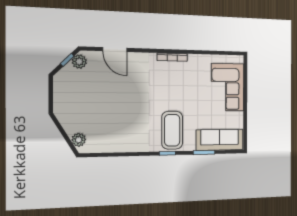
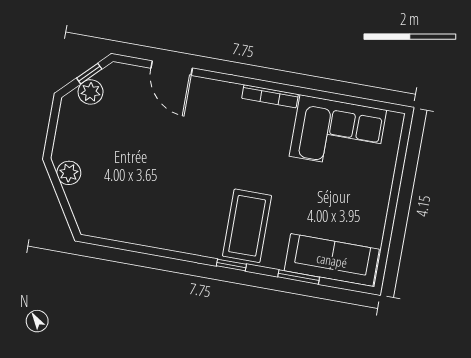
plant: (79, 62) -> (91, 92), moved
corner sofa: (228, 87) -> (338, 133), moved, turned -90
plant: (79, 140) -> (69, 173), moved

